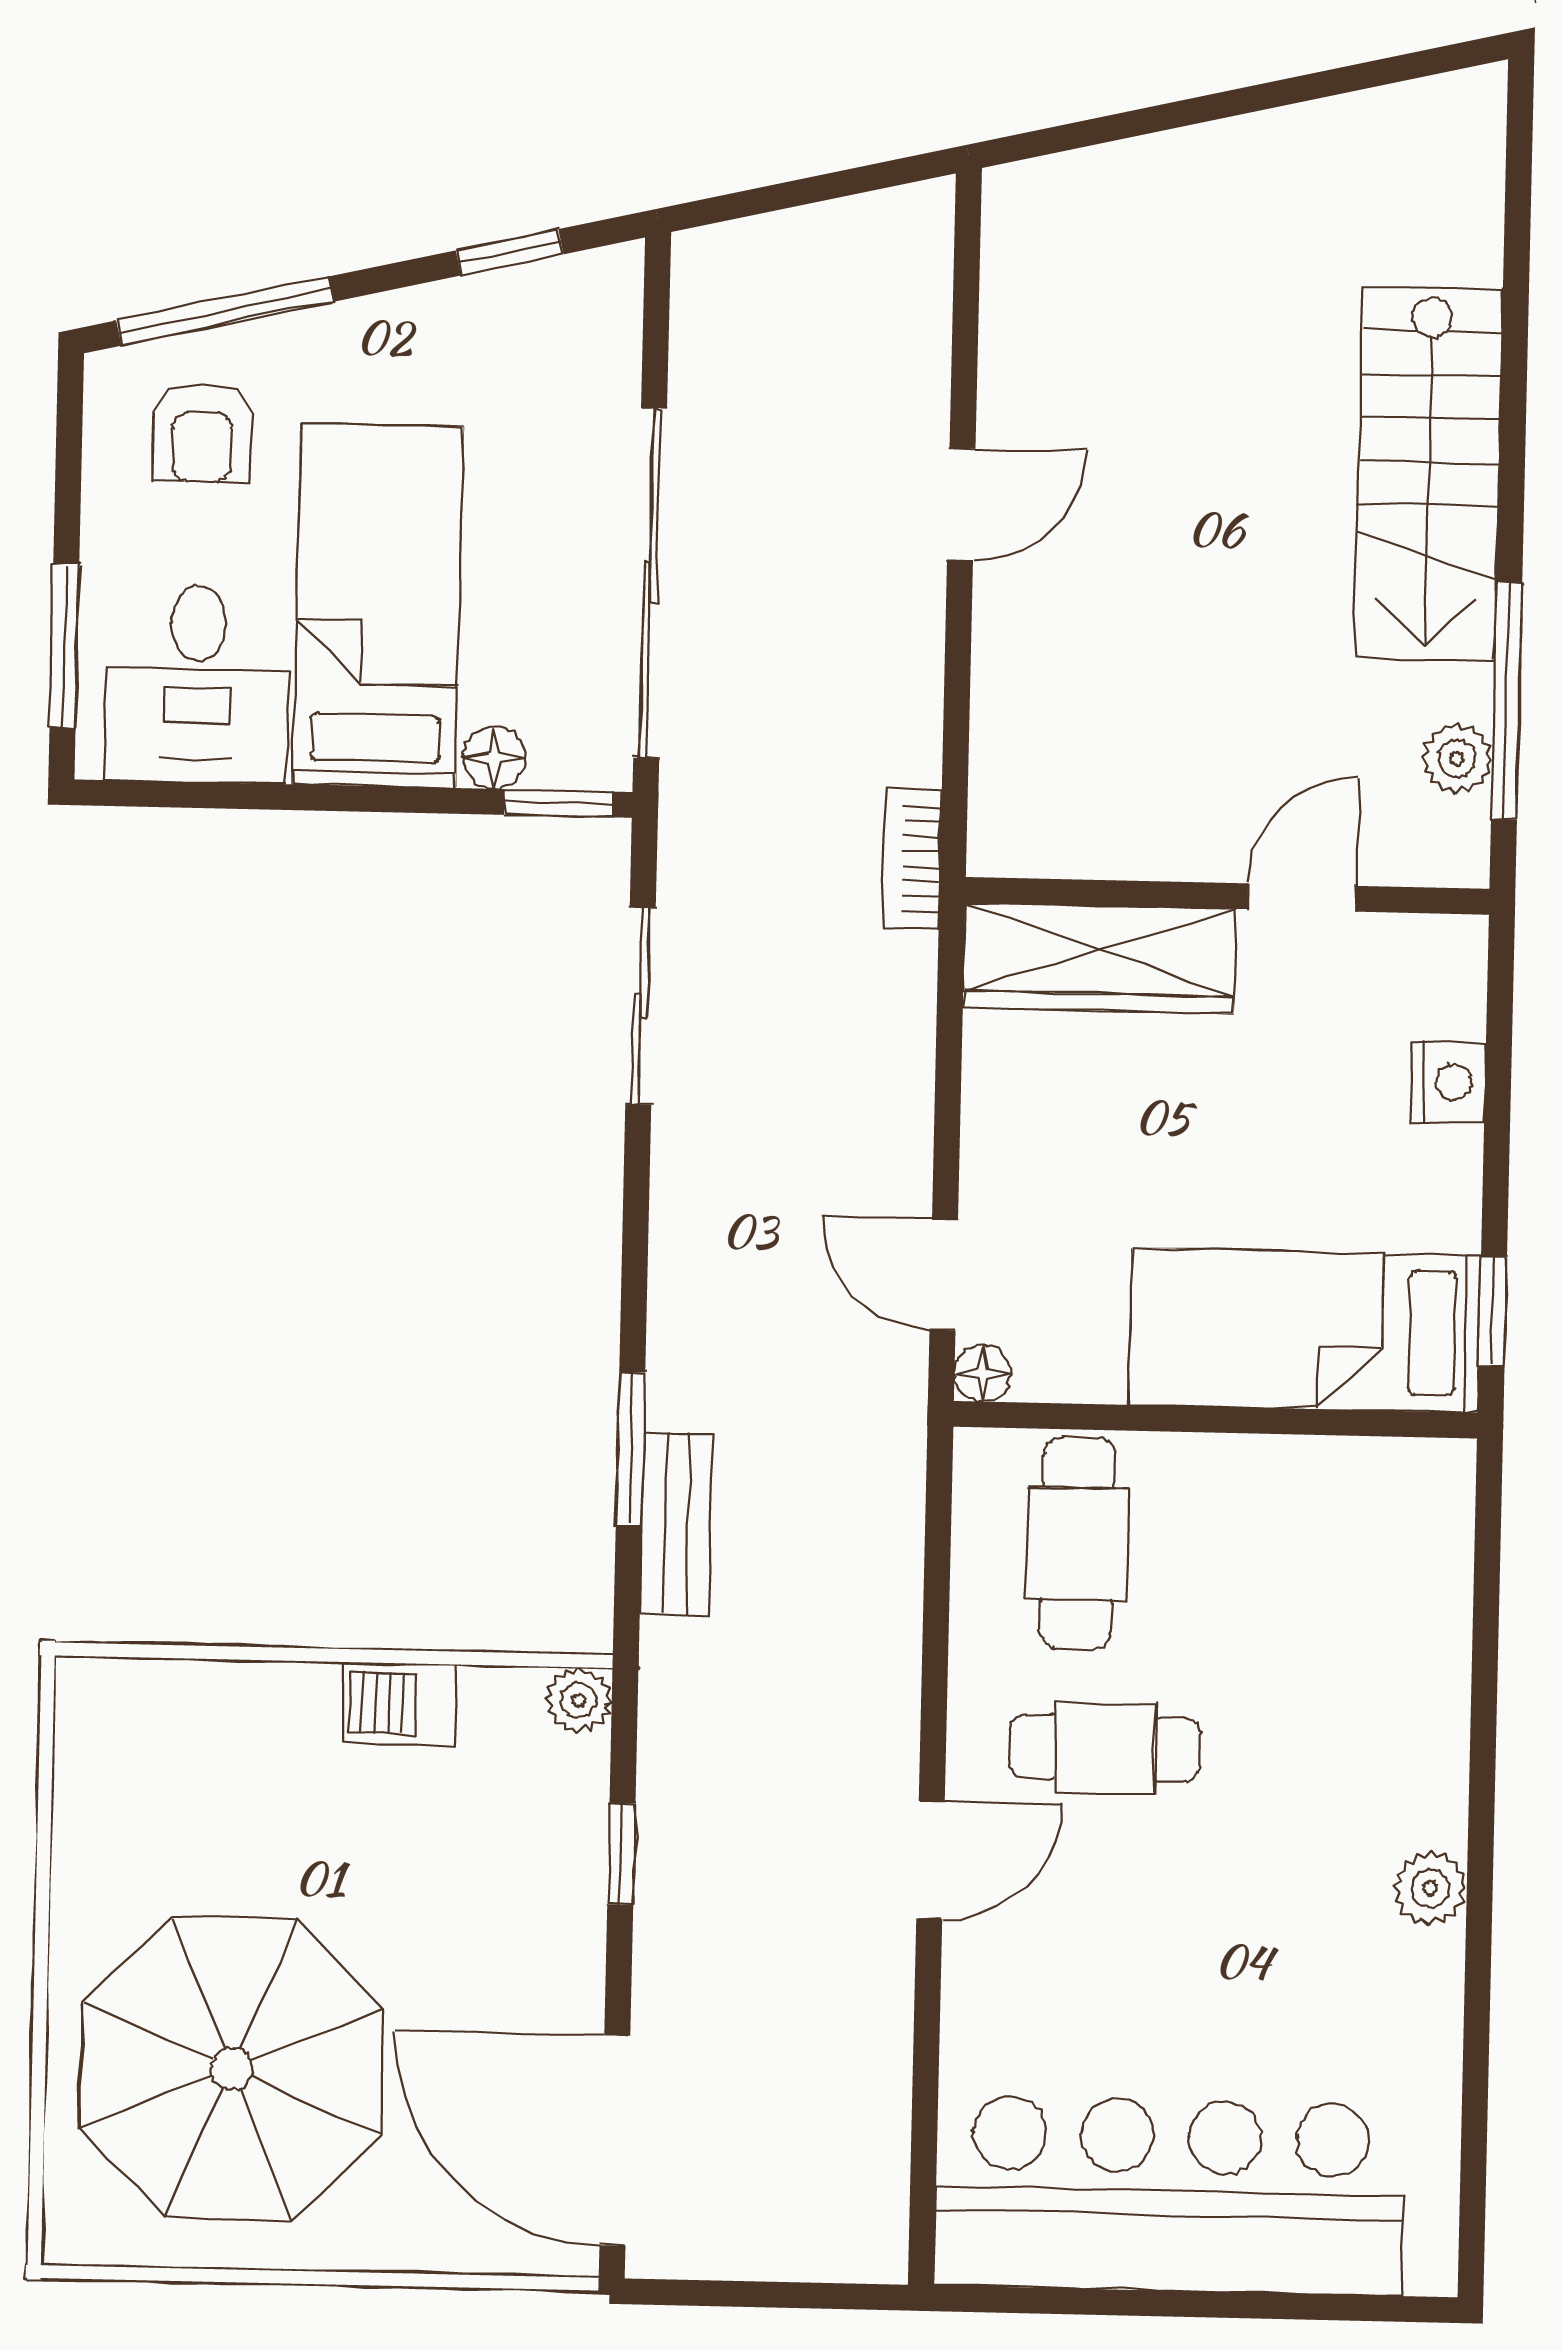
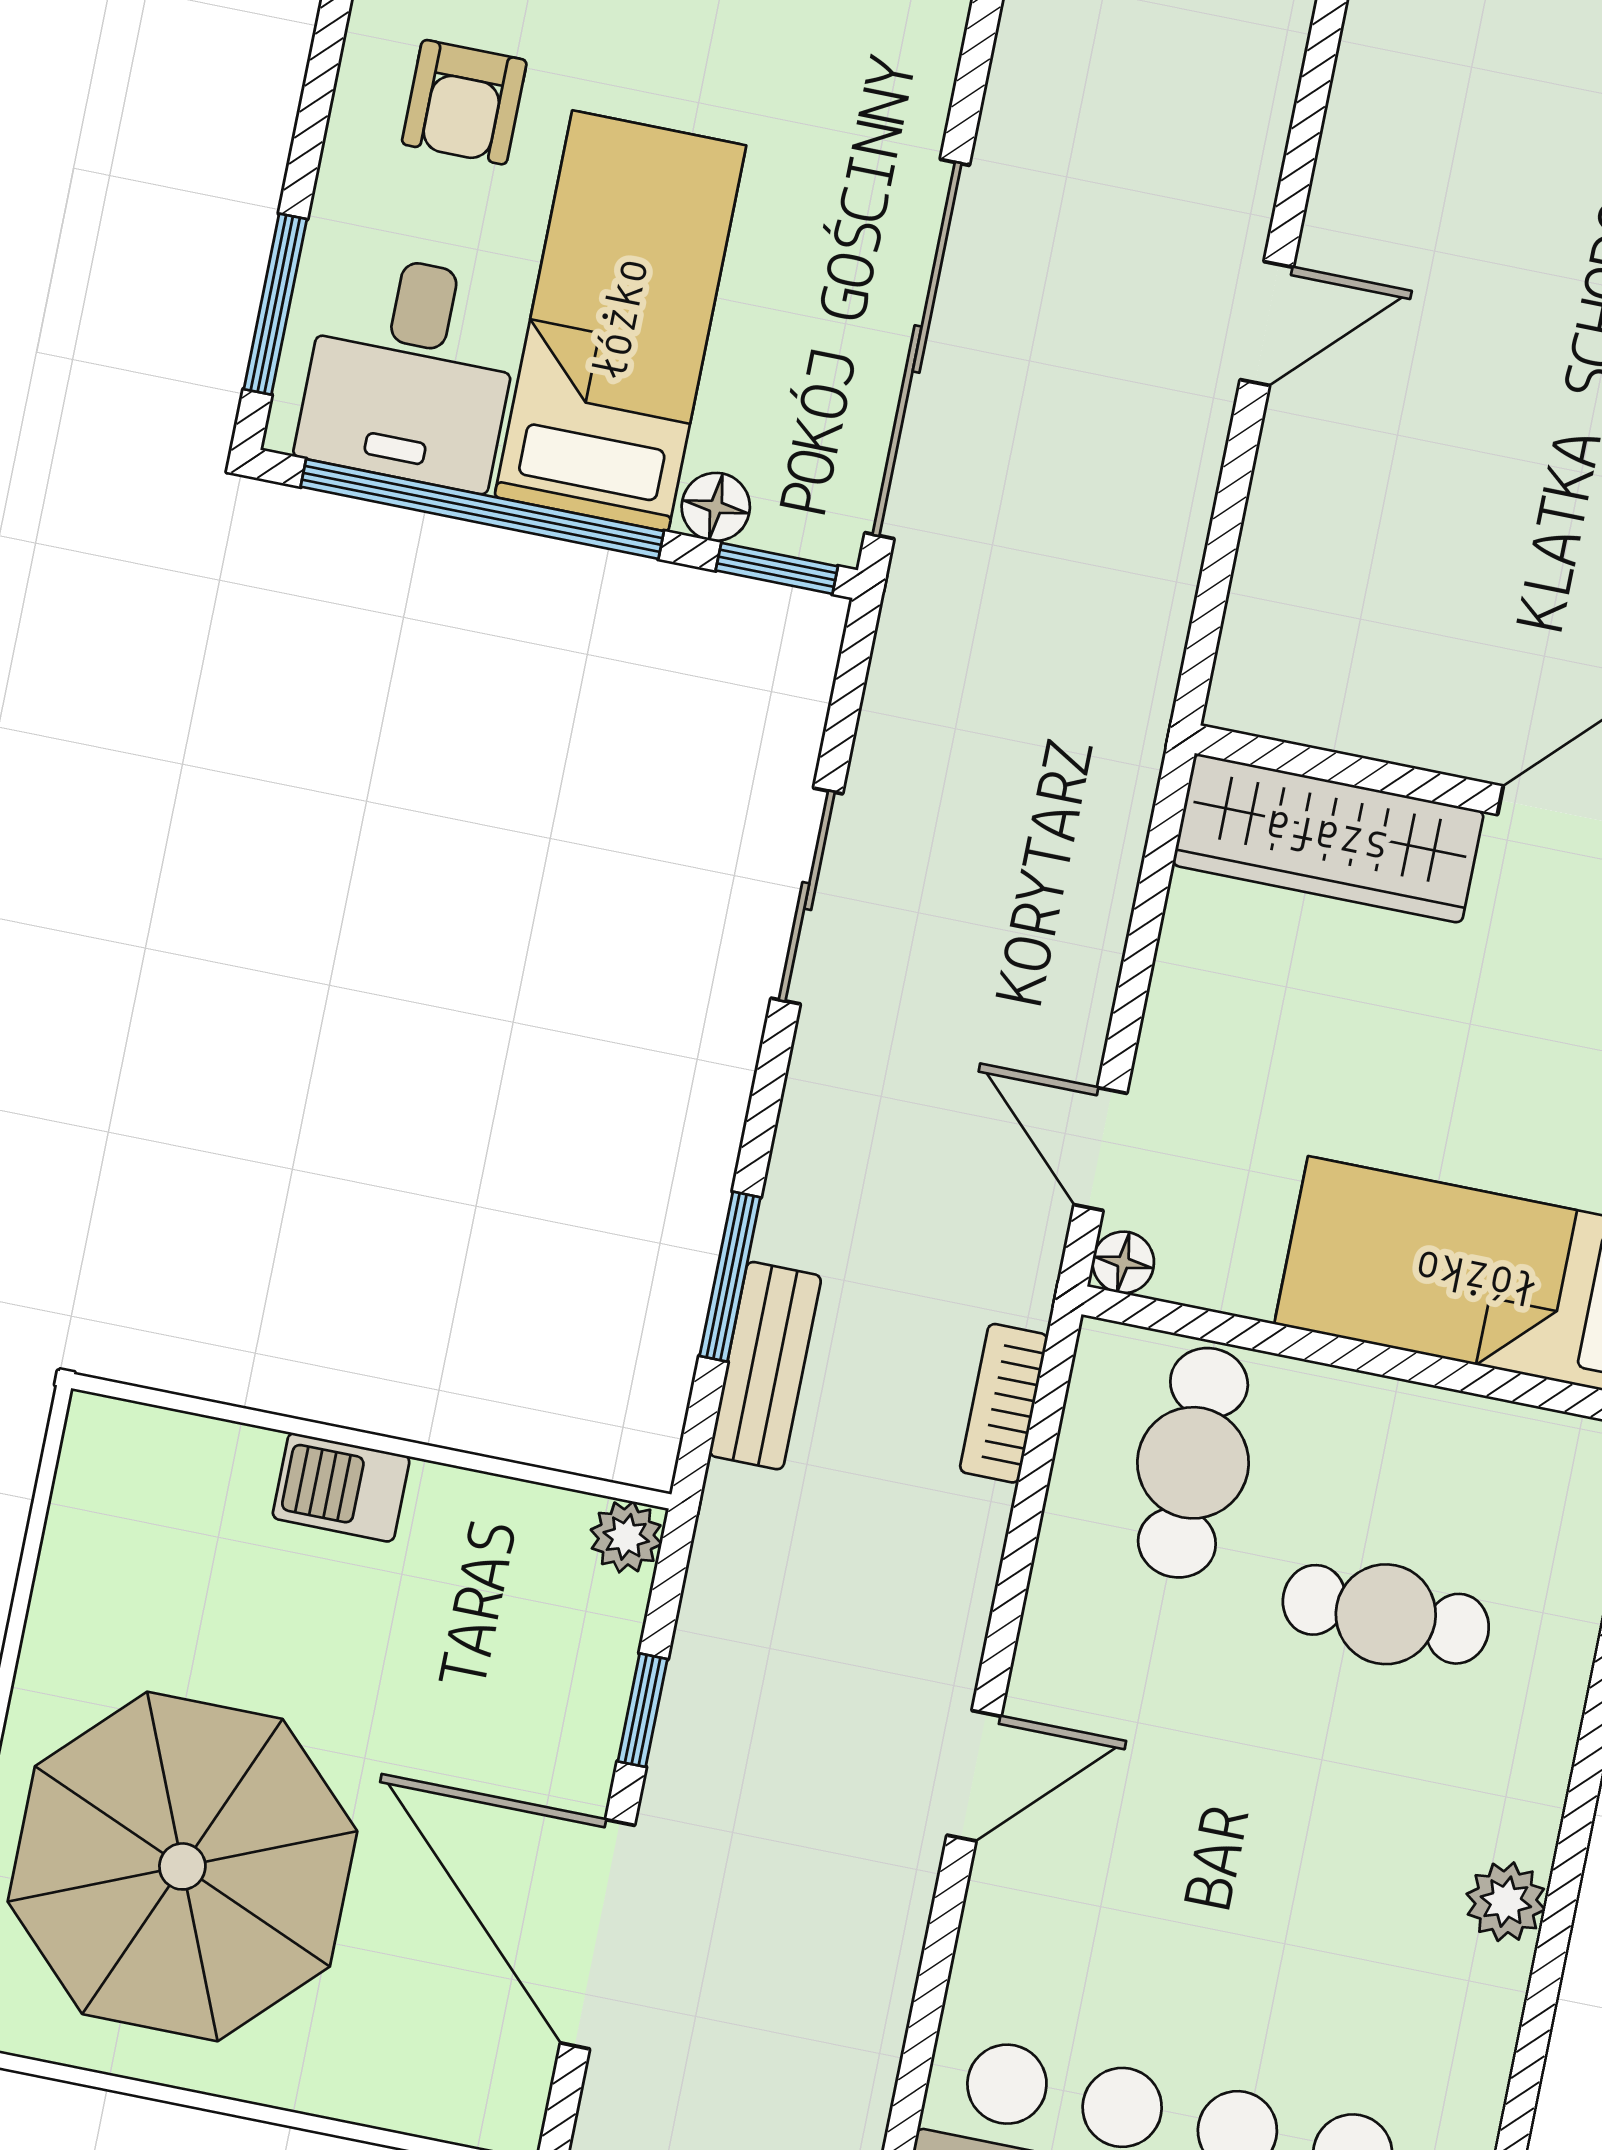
window: (284, 797) -> (482, 509), added
bookcase: (912, 859) -> (1004, 1403), moved
sliding door: (641, 1006) -> (807, 896), moved
barbecue: (399, 1704) -> (341, 1487), moved
cafe table: (1105, 1748) -> (1386, 1614), moved
door: (615, 2140) -> (597, 1934), moved

